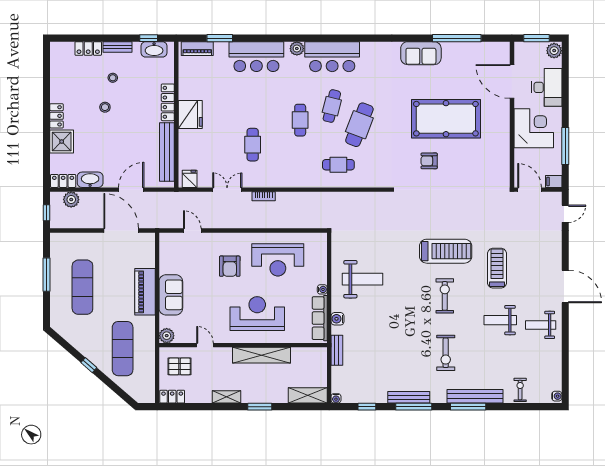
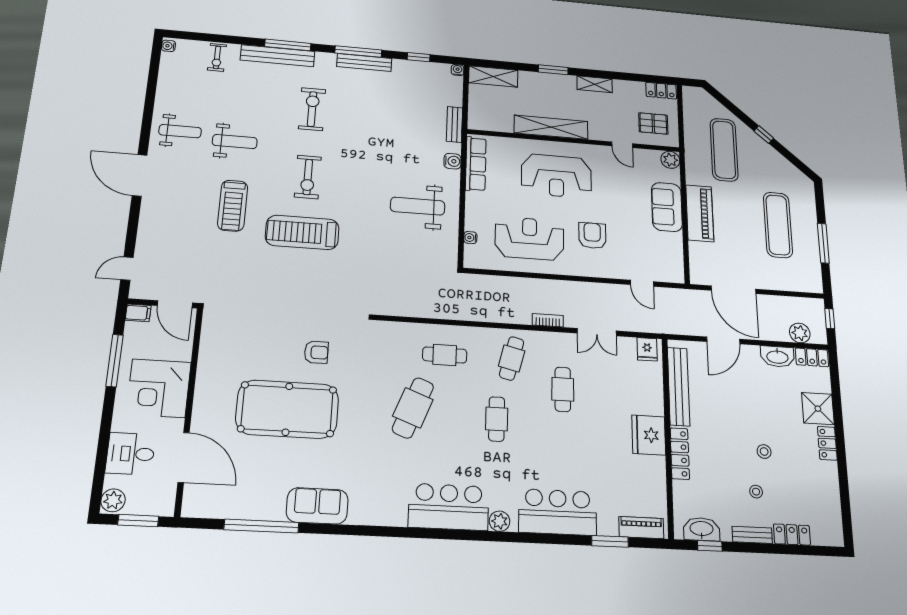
desk: (547, 87) -> (130, 454), width x0.73
cafe table: (332, 106) -> (512, 358), moved
water cooler: (322, 289) -> (470, 238), moved

